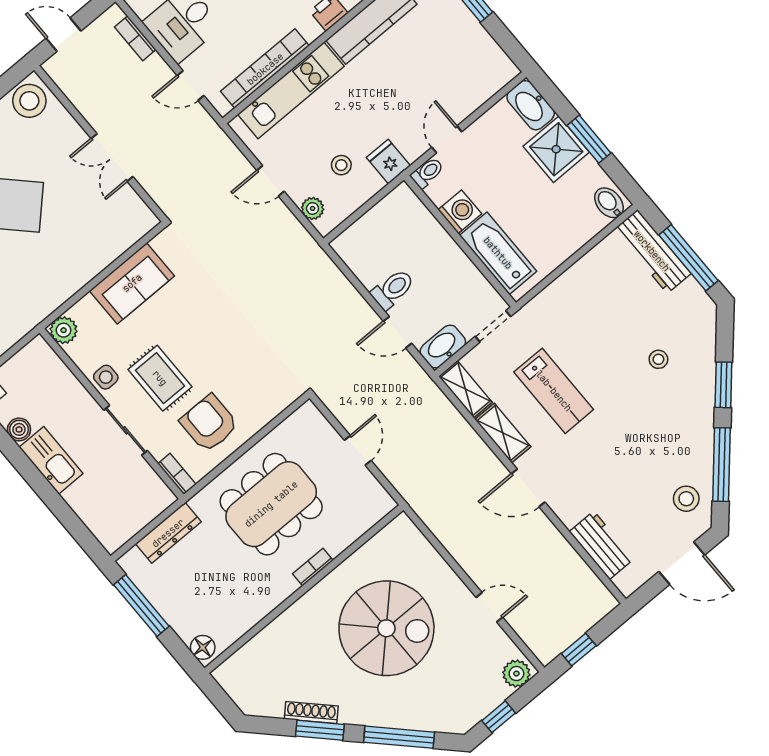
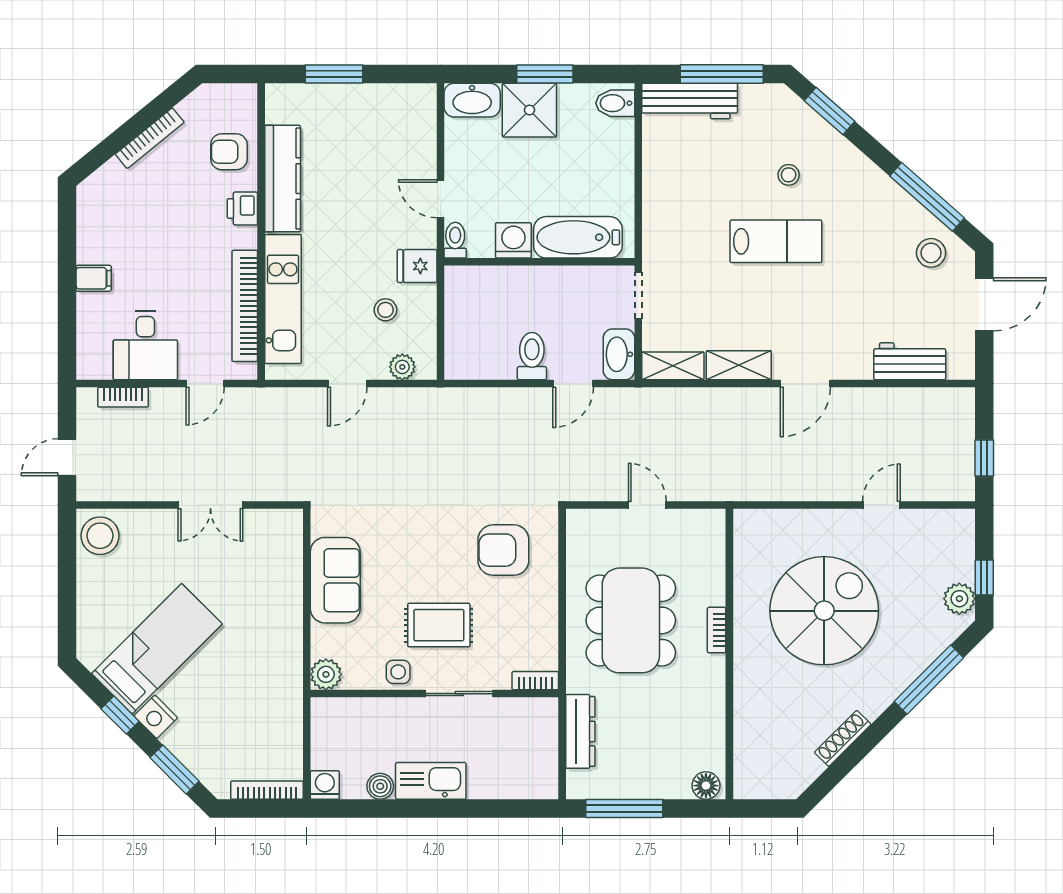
window: (723, 385) -> (830, 111), moved
lab bench: (554, 391) -> (776, 241), moved
armchair: (209, 423) -> (503, 550), moved
plant: (516, 674) -> (959, 599), moved
window: (320, 730) -> (865, 744), removed

